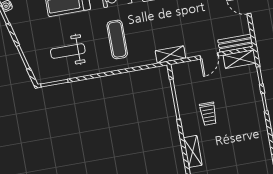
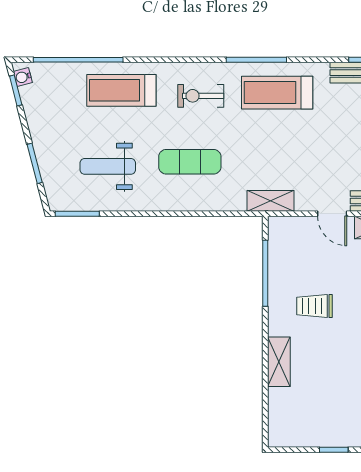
exercise mat: (117, 39) -> (190, 162), turned 90
door: (209, 56) -> (332, 214), hinge flipped
trolley: (208, 114) -> (314, 306), turned 90

